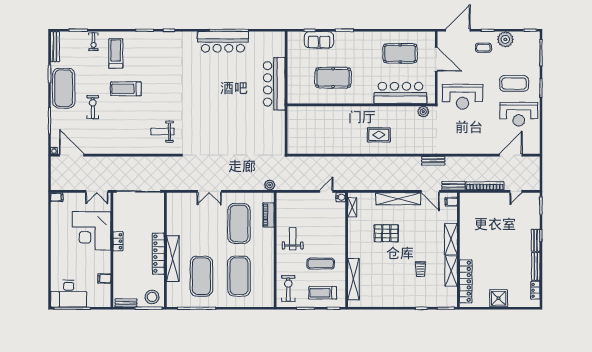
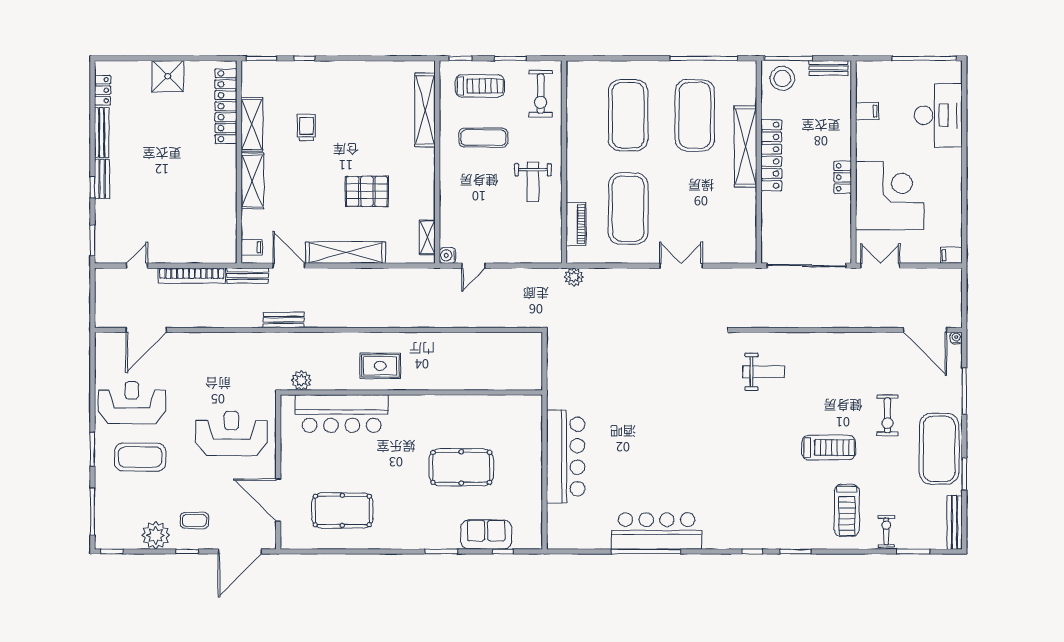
bar counter: (400, 93) -> (342, 414), moved
wall: (361, 105) -> (411, 392), moved
plant: (423, 112) -> (301, 380), moved
desk: (69, 294) -> (938, 115), moved, turned 90

